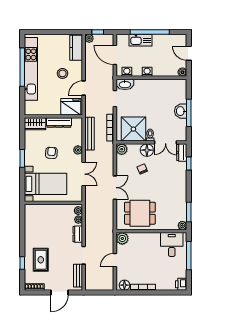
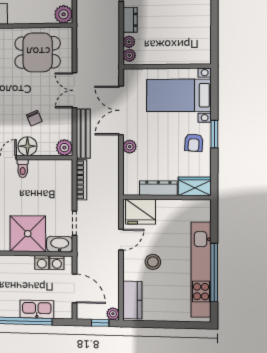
washing machine: (147, 72) -> (42, 263), moved
shower: (133, 129) -> (28, 234), moved
bench: (90, 134) -> (83, 134), moved
armchair: (51, 153) -> (194, 143), moved
double door: (84, 174) -> (121, 110), width x1.37

